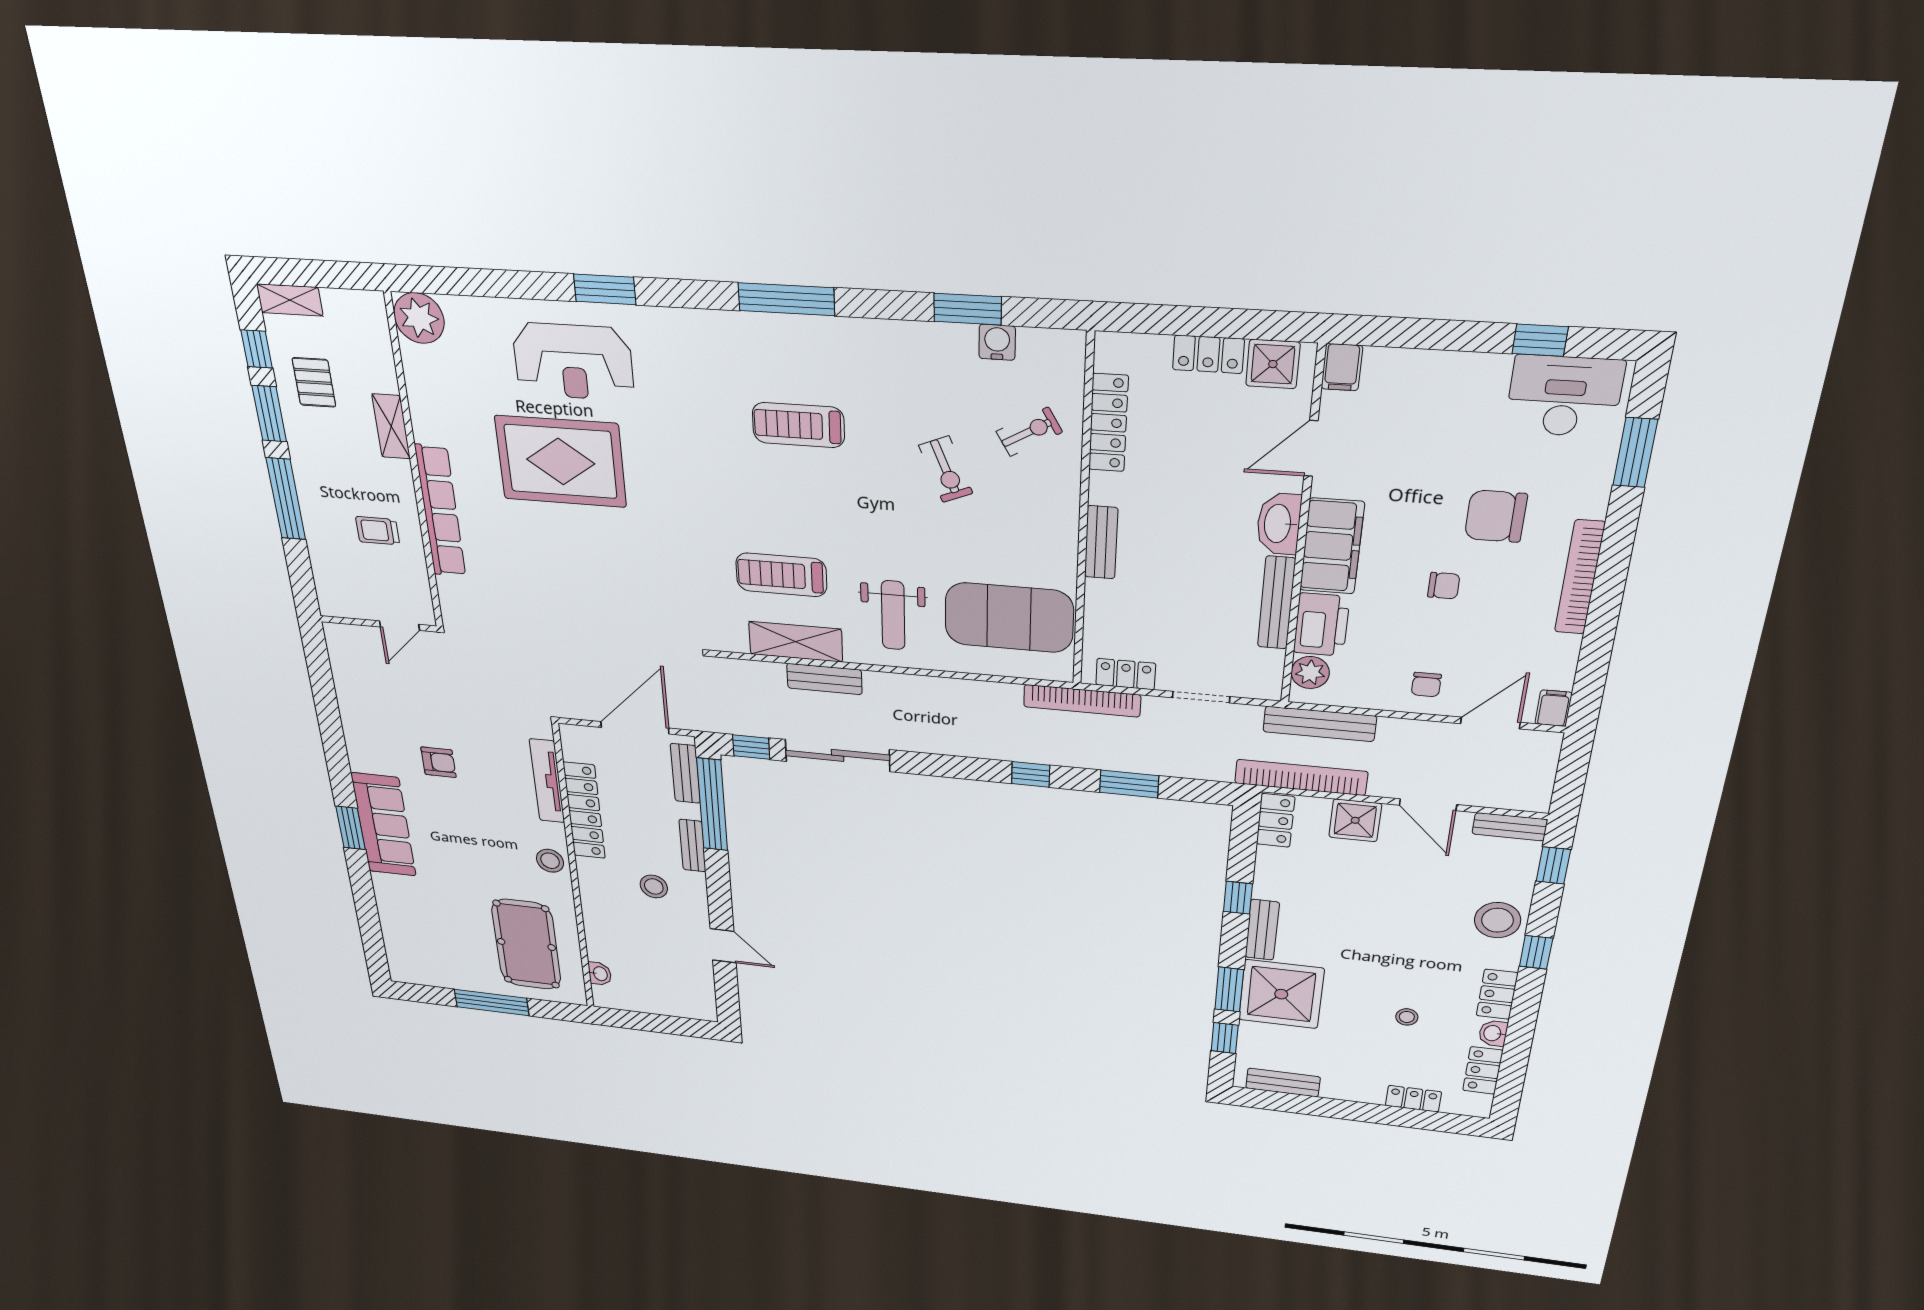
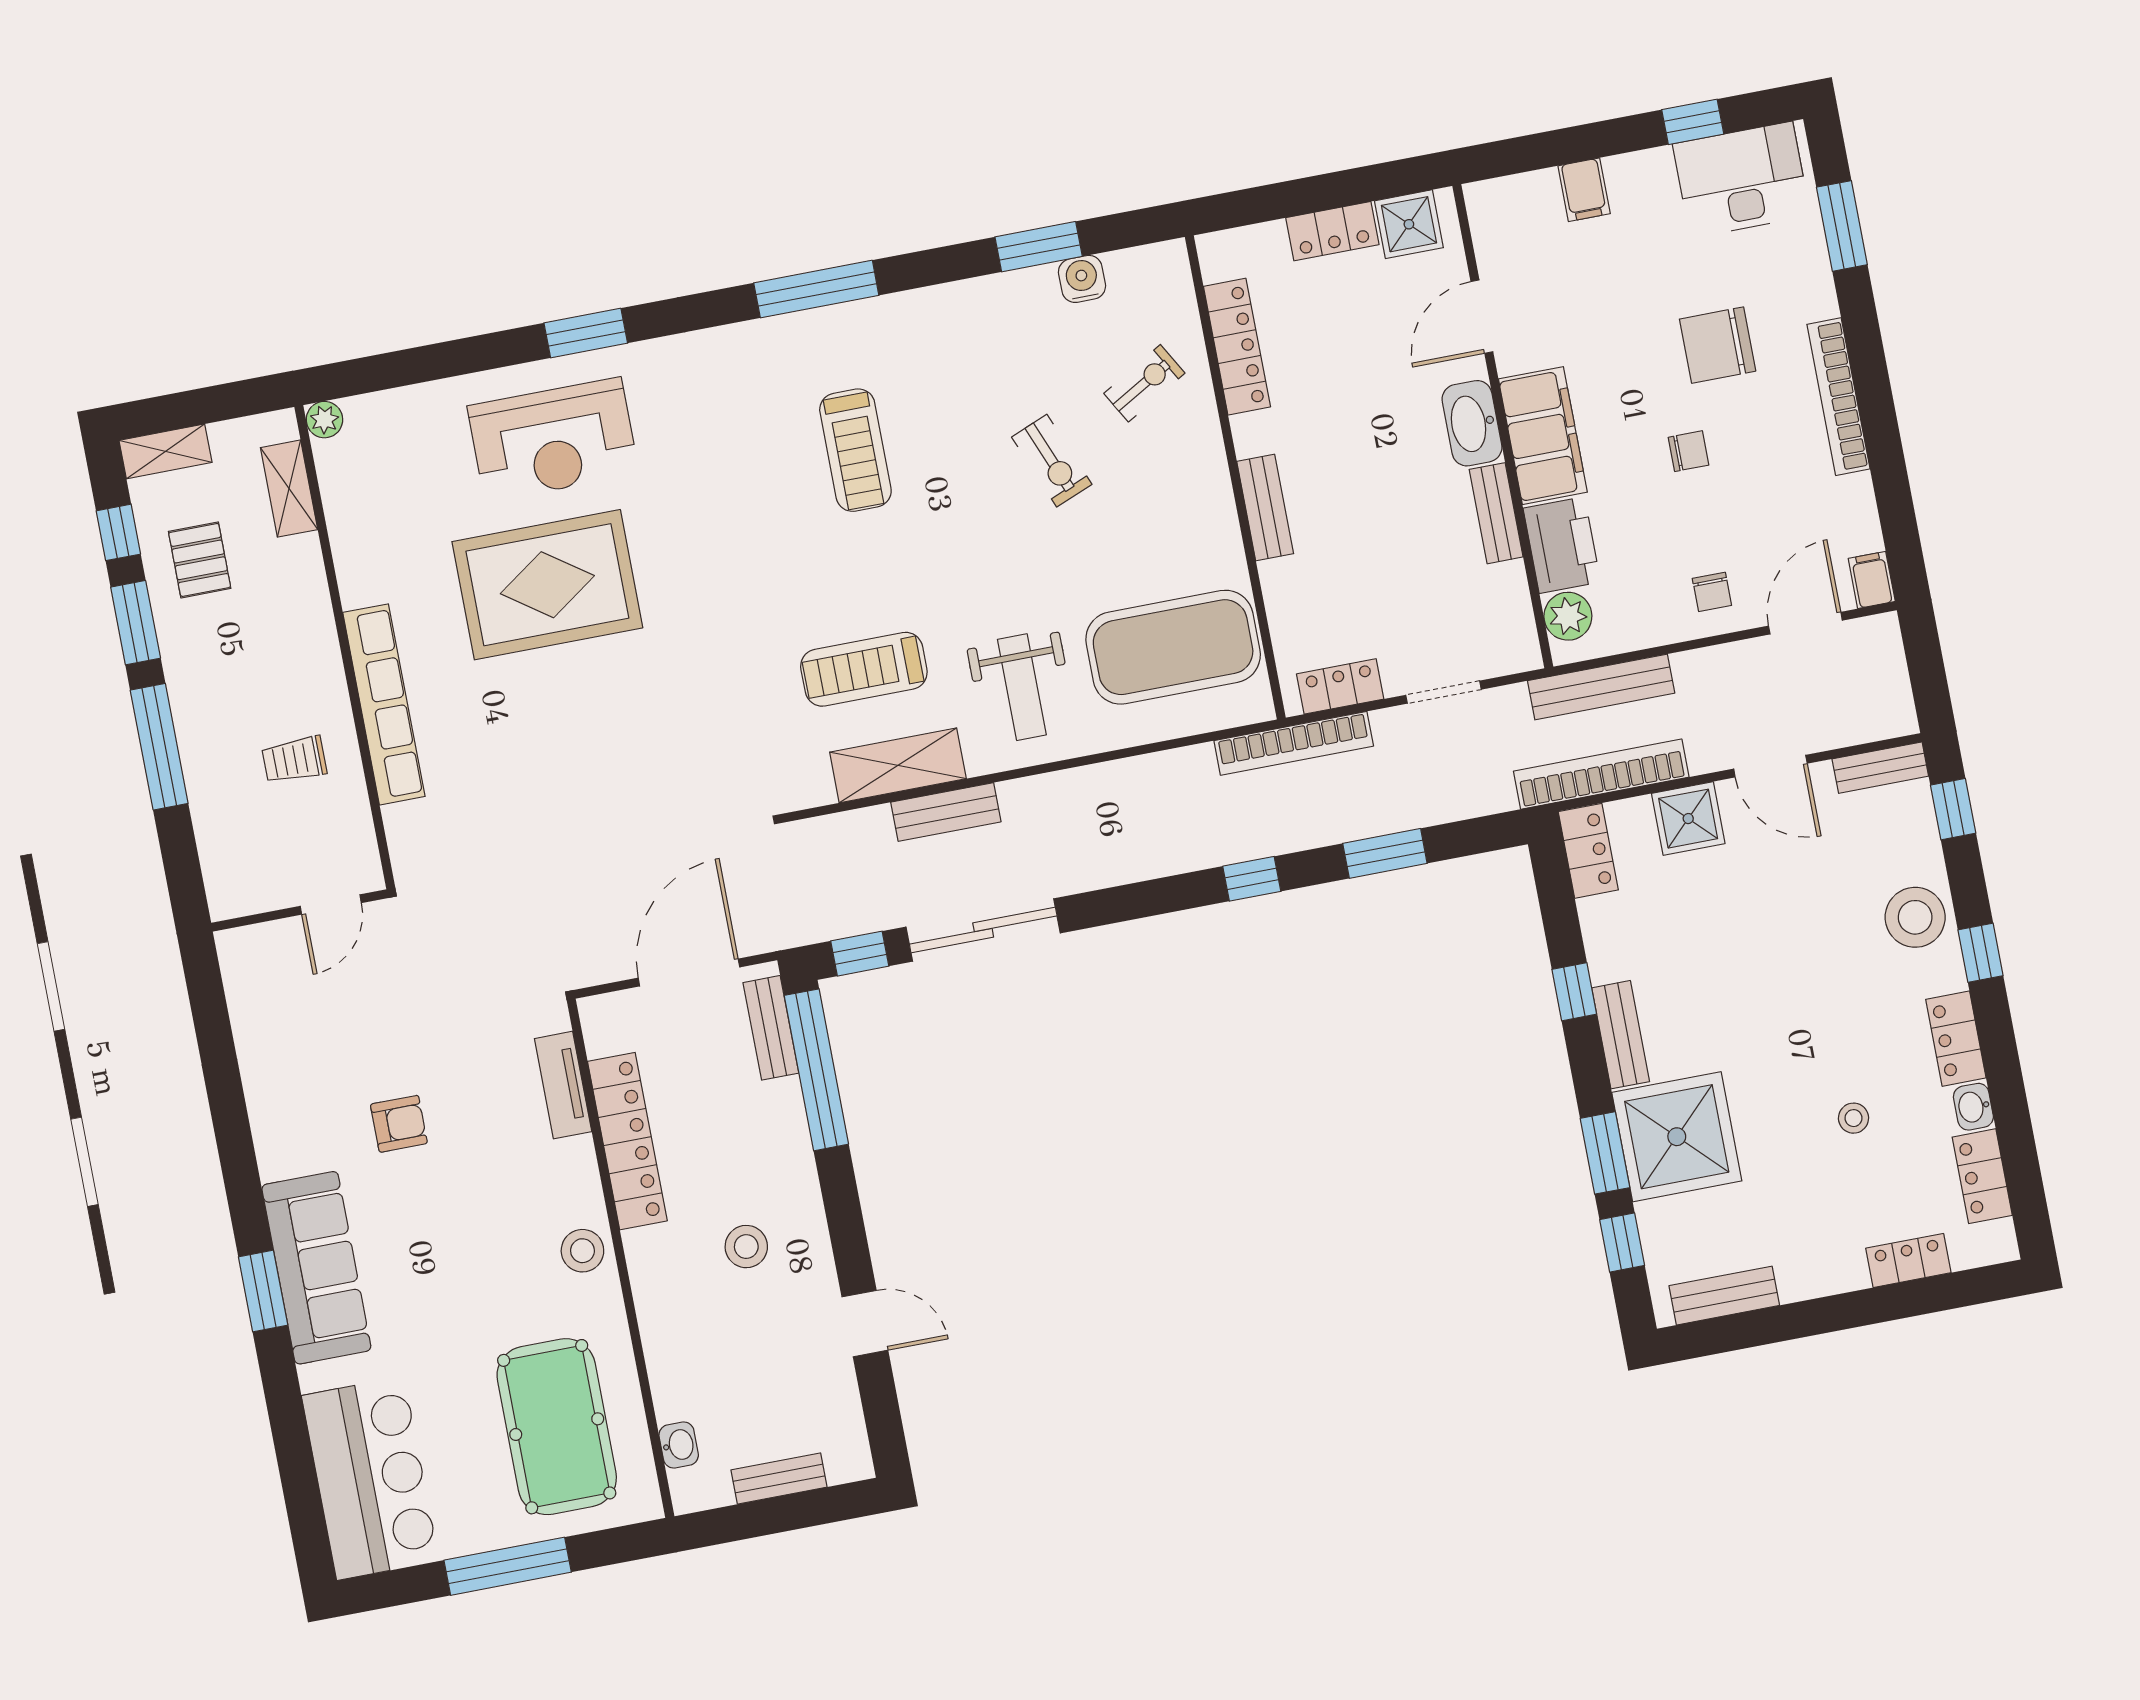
plant: (419, 318) -> (324, 420), width x0.53, depth x0.53
filing cabinet: (1342, 367) -> (1584, 190), moved
treadmill: (798, 425) -> (855, 450), turned -90
shelving: (391, 426) -> (289, 489), moved
bench: (1277, 603) -> (1496, 513), width x0.73
tv unit: (547, 781) -> (563, 1085), width x0.71
bench: (693, 846) -> (779, 1479), moved, turned 90
bar counter: (413, 939) -> (370, 1478), added

